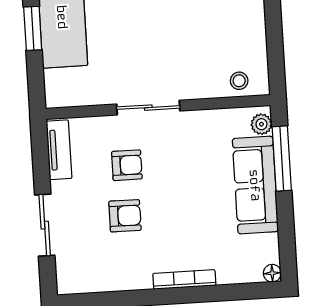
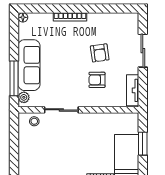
window: (33, 28) -> (143, 144), moved
sliding door: (148, 108) -> (61, 110), moved
armchair: (125, 216) -> (100, 53), turned -98

